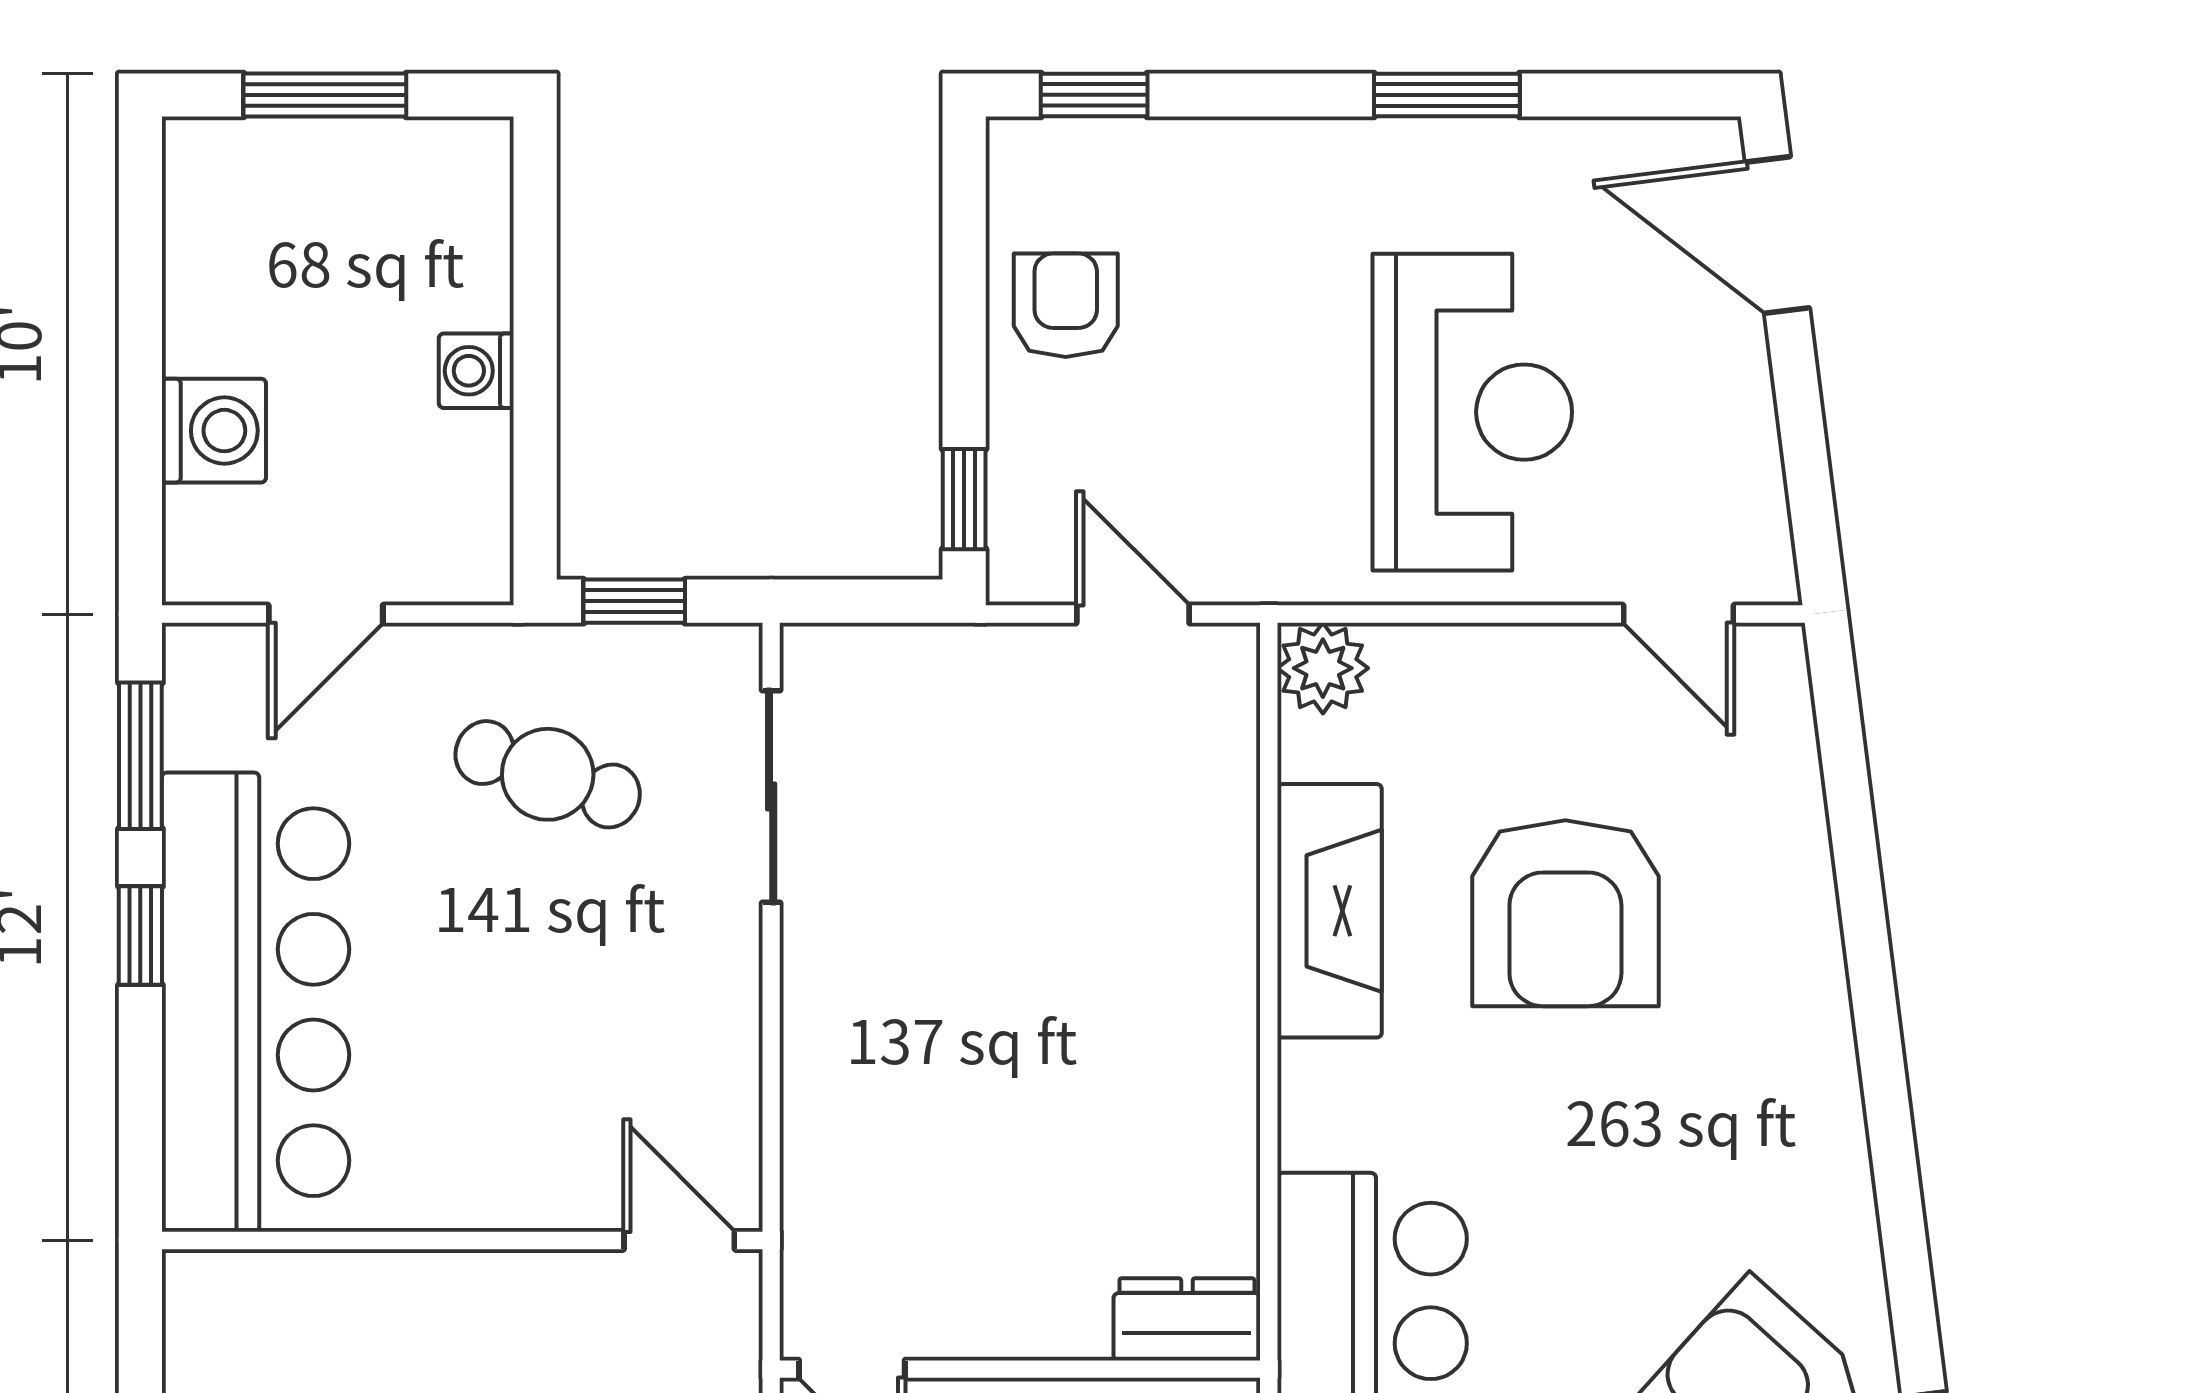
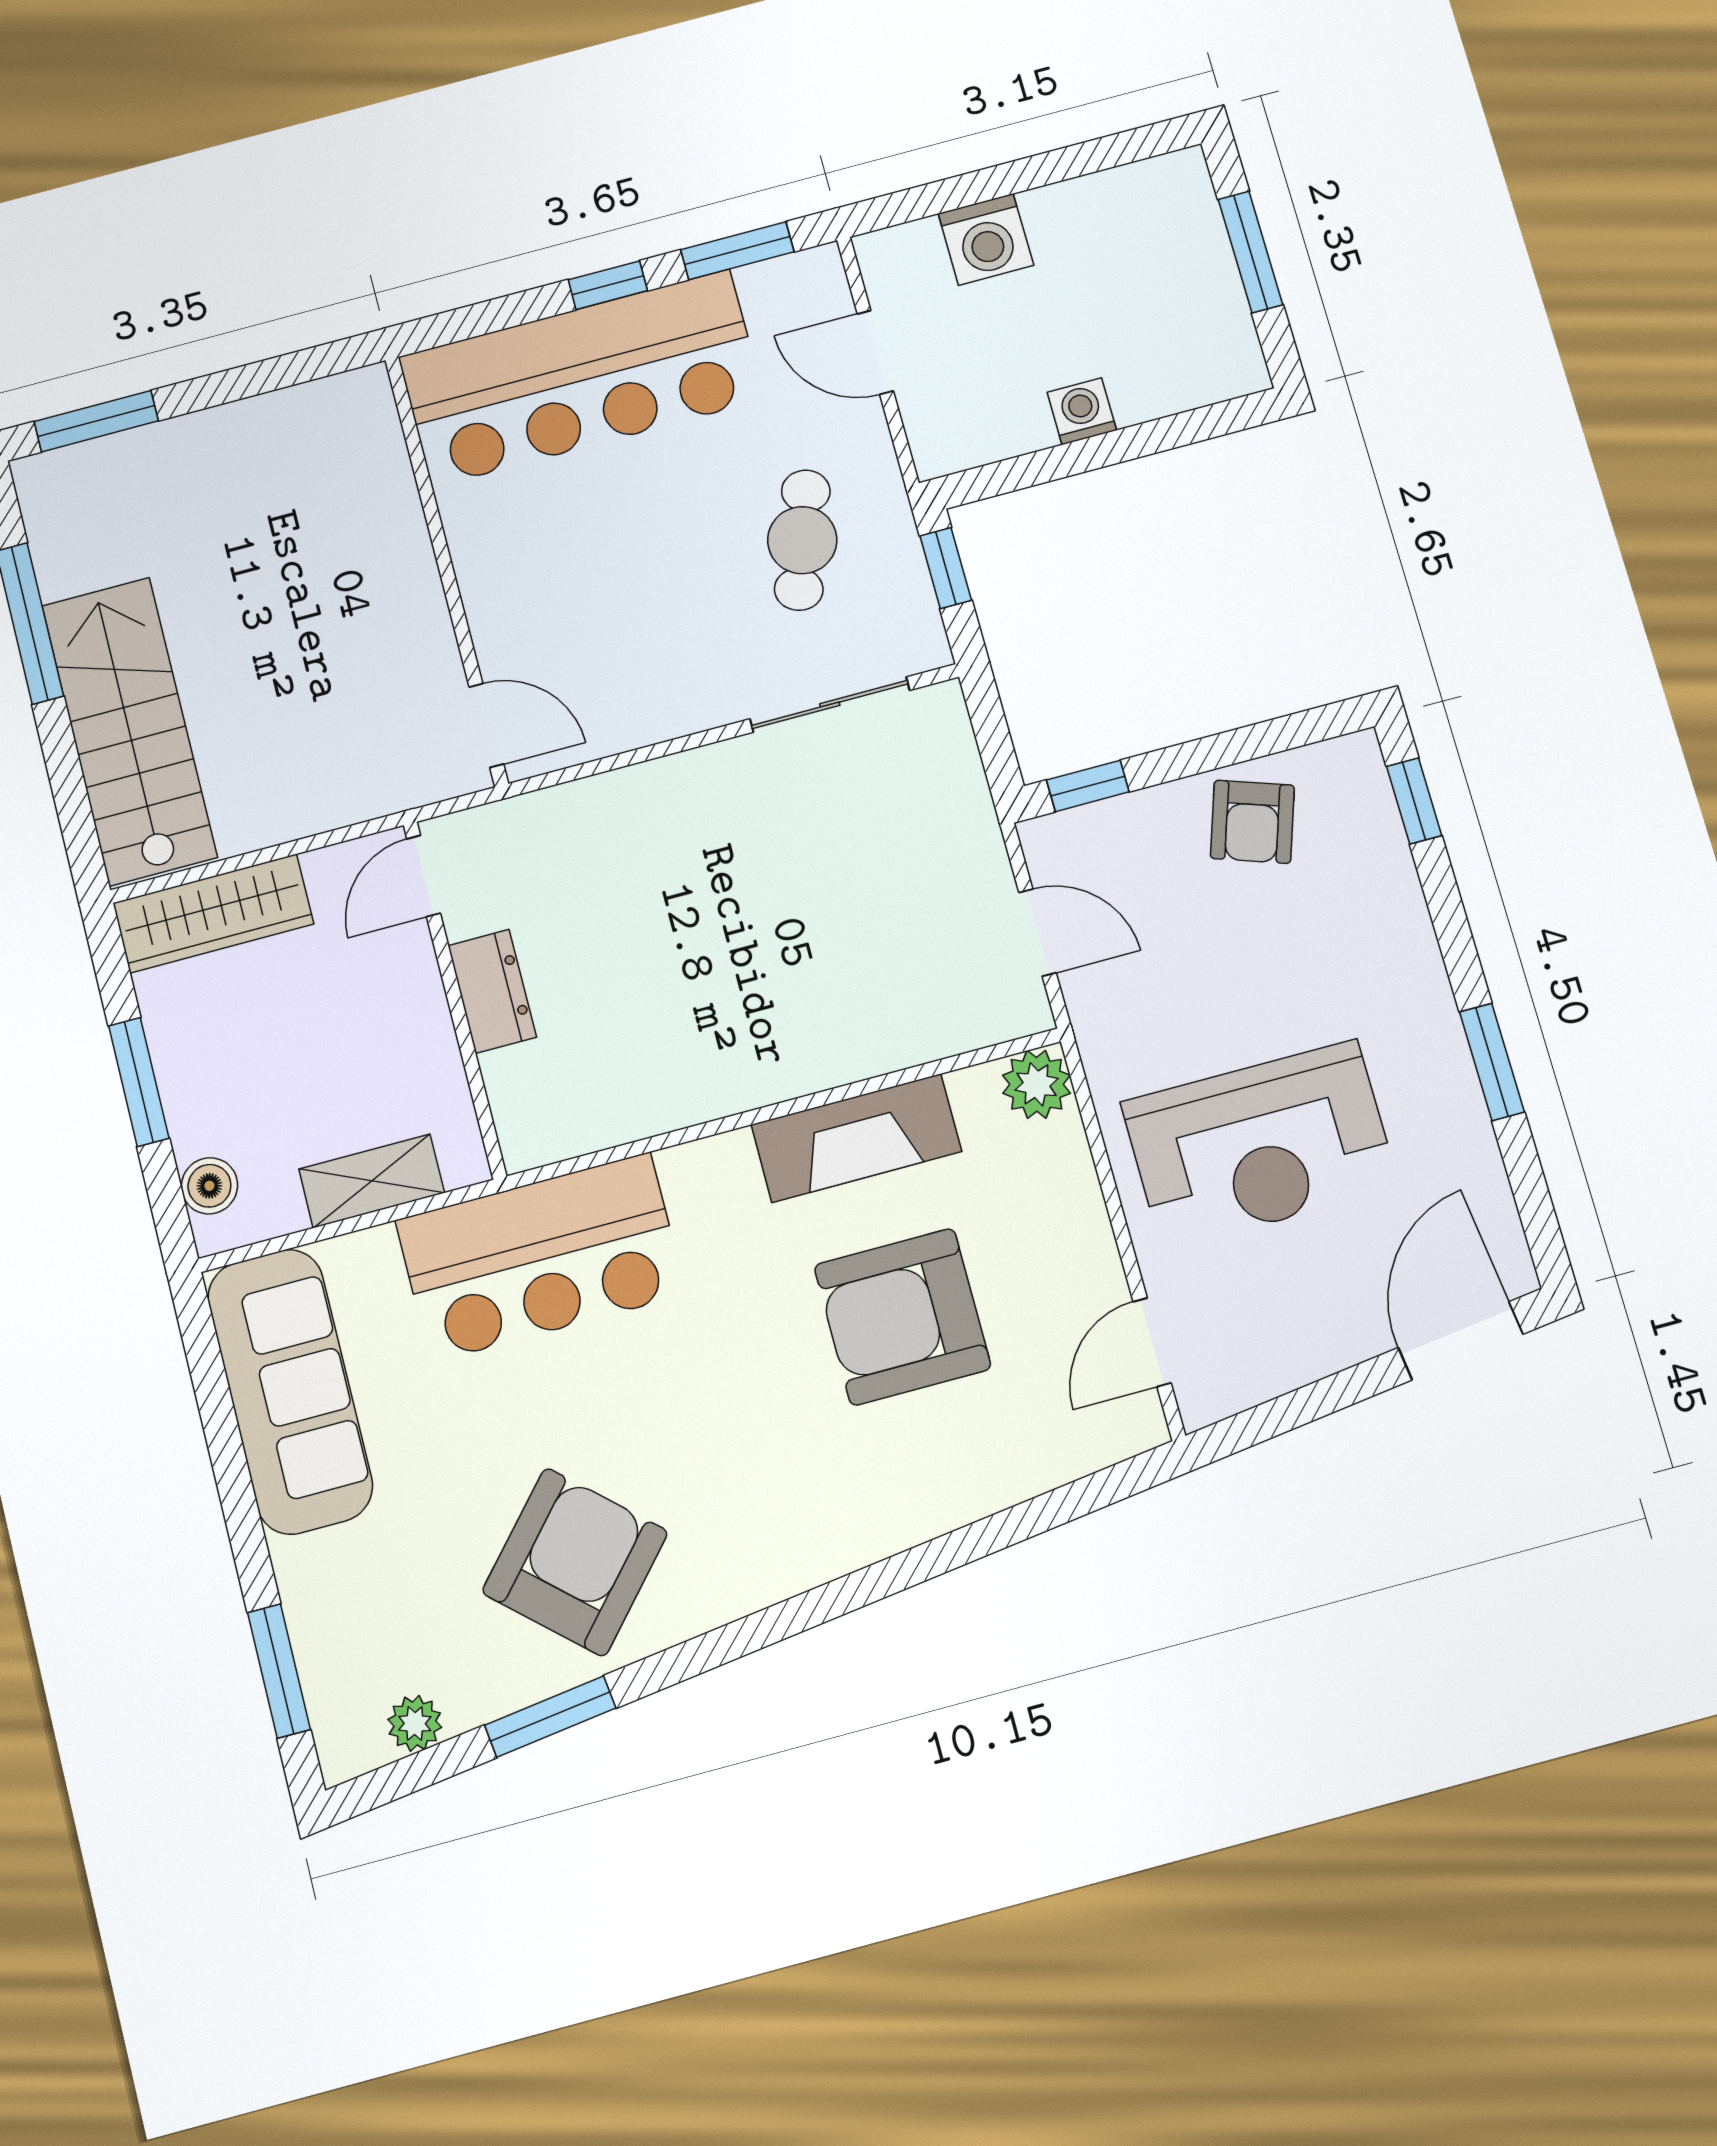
armchair: (1066, 305) -> (1252, 822), turned 109
door: (1133, 614) -> (1038, 933), hinge flipped
door: (679, 1240) -> (486, 725), hinge flipped
dresser: (1187, 1319) -> (492, 991), moved

